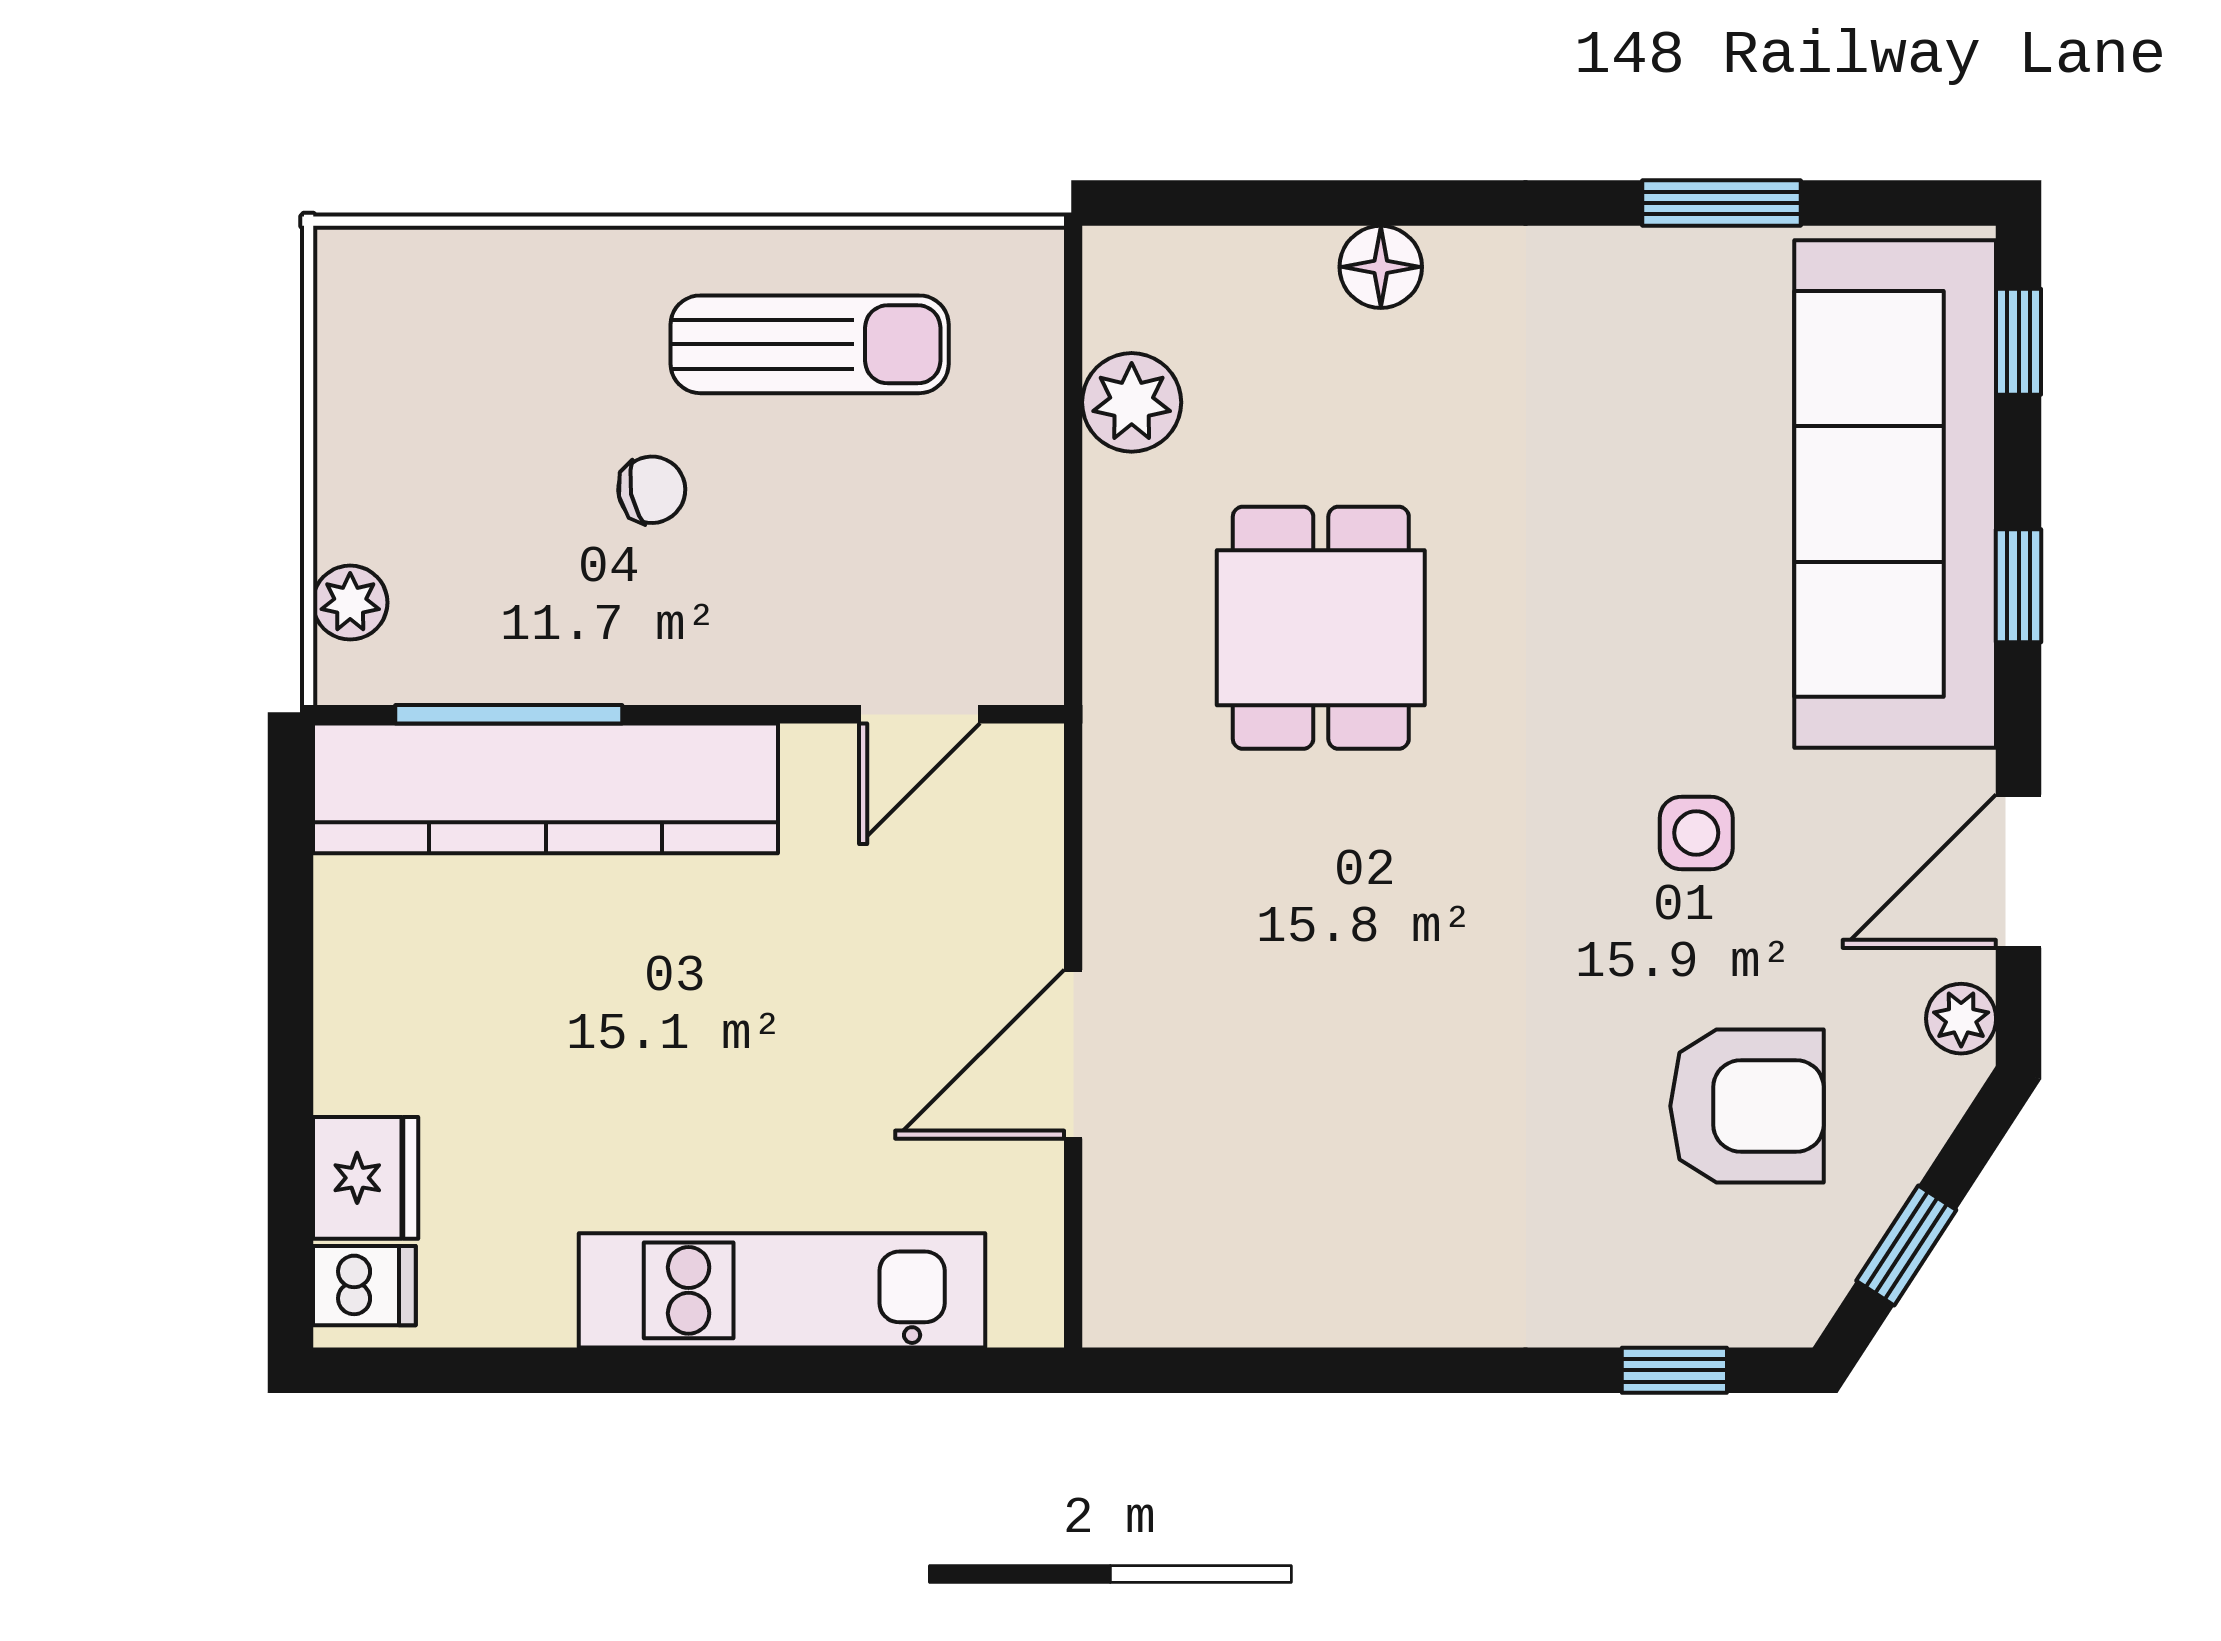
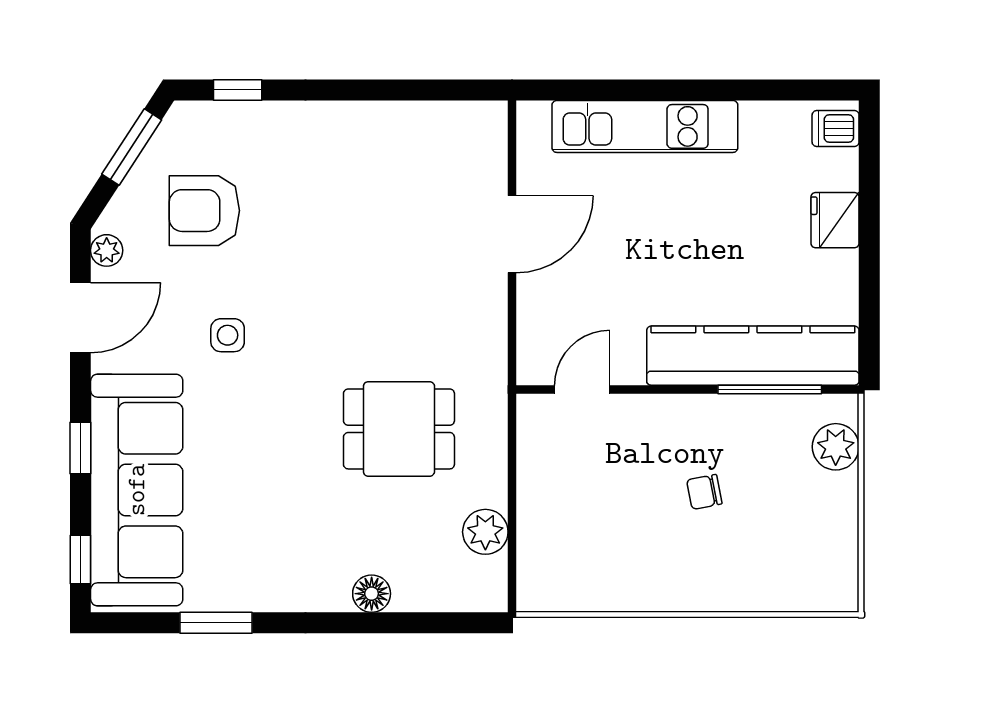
sun lounger: (810, 344) -> (632, 558), removed
plant: (350, 603) -> (836, 447), width x1.38, depth x1.38
dining table: (1321, 628) -> (399, 429), turned 90
fridge: (366, 1178) -> (835, 220), moved
window: (1906, 1245) -> (132, 147), width x1.50

